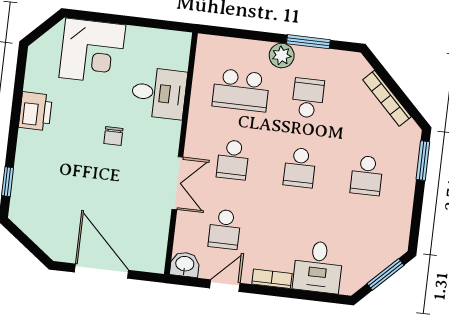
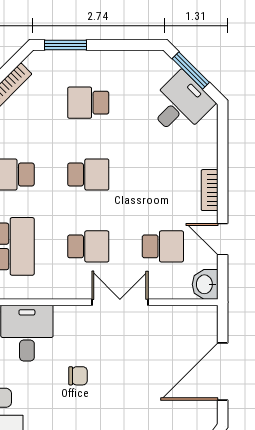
school desk: (367, 175) -> (88, 103), turned 180
desk: (318, 267) -> (180, 105), moved, turned -45

